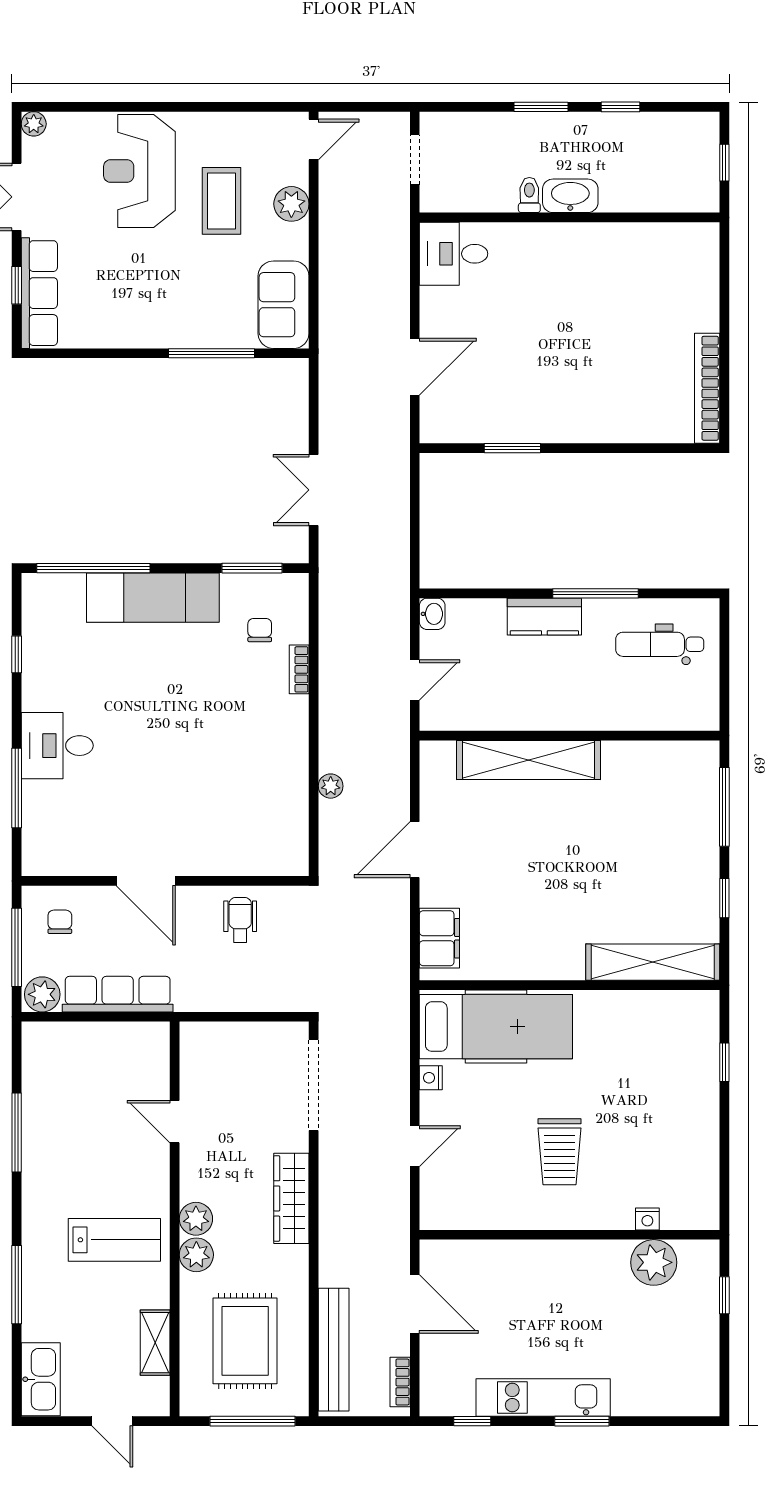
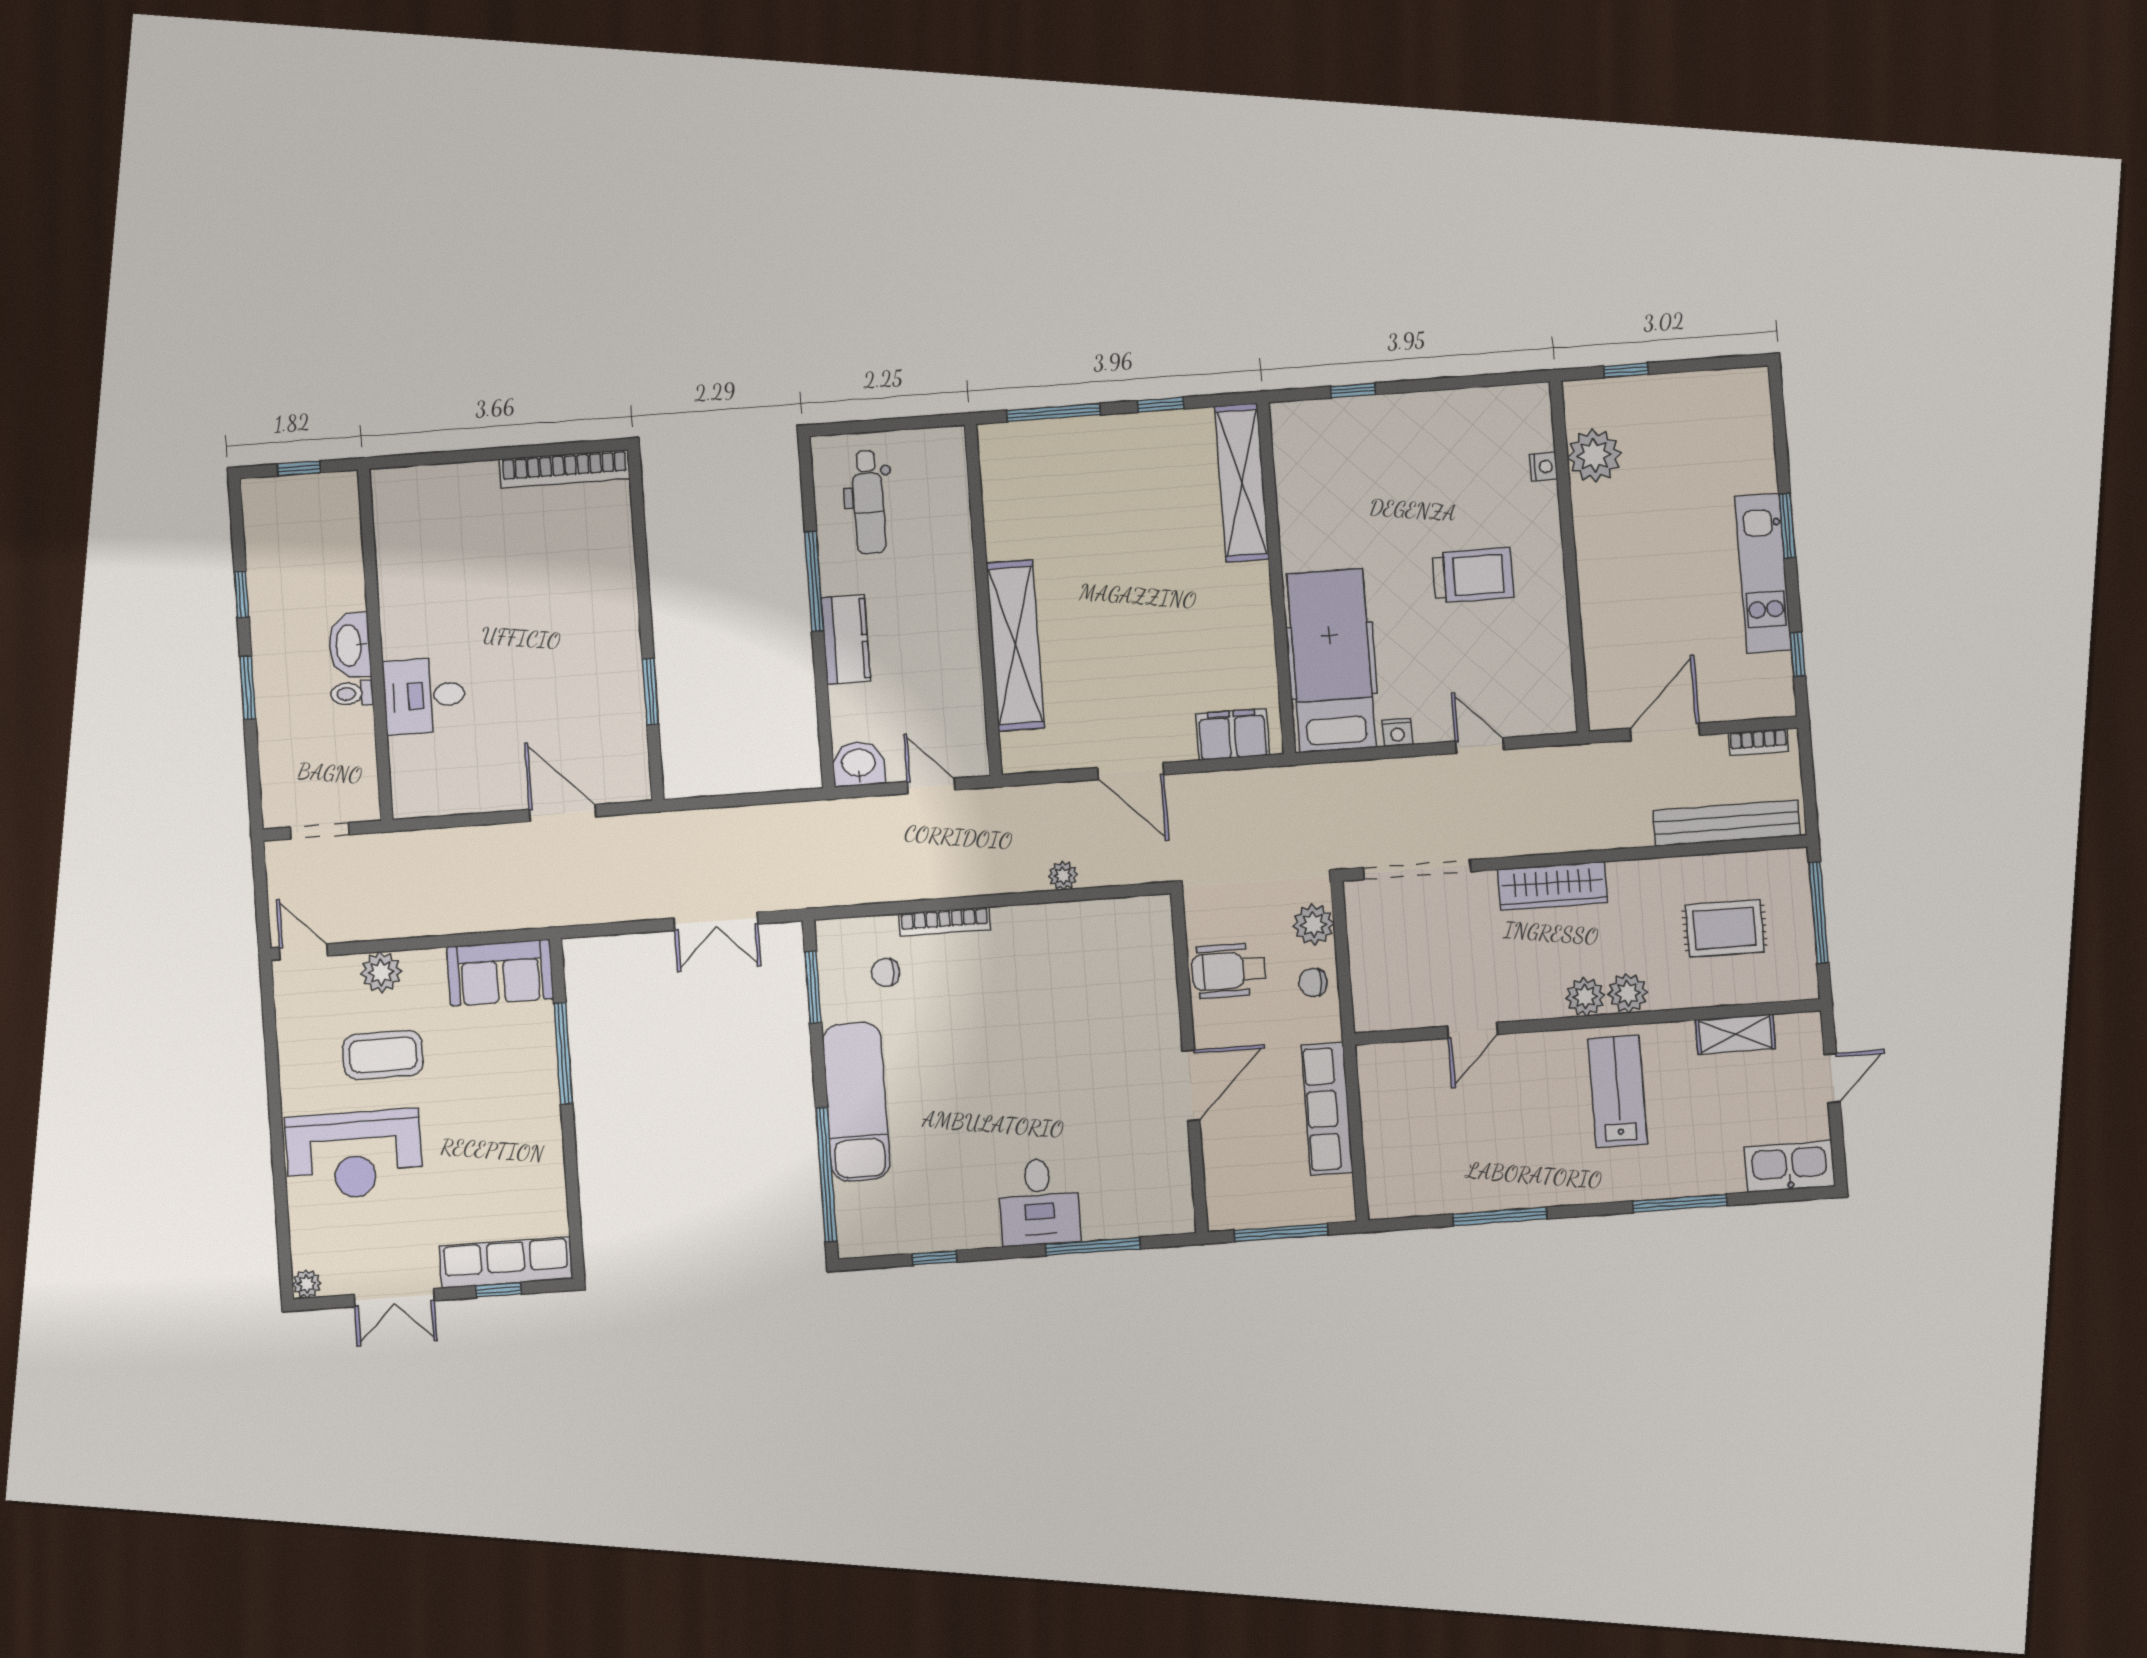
desk: (454, 254) -> (424, 696), moved, turned 90
washbasin: (432, 614) -> (858, 764), width x1.38, depth x1.45
bookcase: (299, 669) -> (945, 922), width x1.56
wheelchair: (240, 920) -> (1229, 971), width x1.36, depth x1.37
chair: (60, 922) -> (1313, 982), moved
plant: (42, 994) -> (1313, 925), moved
rug: (245, 1341) -> (1725, 928), width x0.73, depth x0.70

